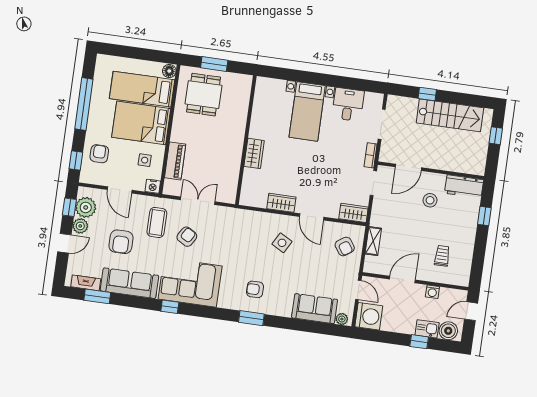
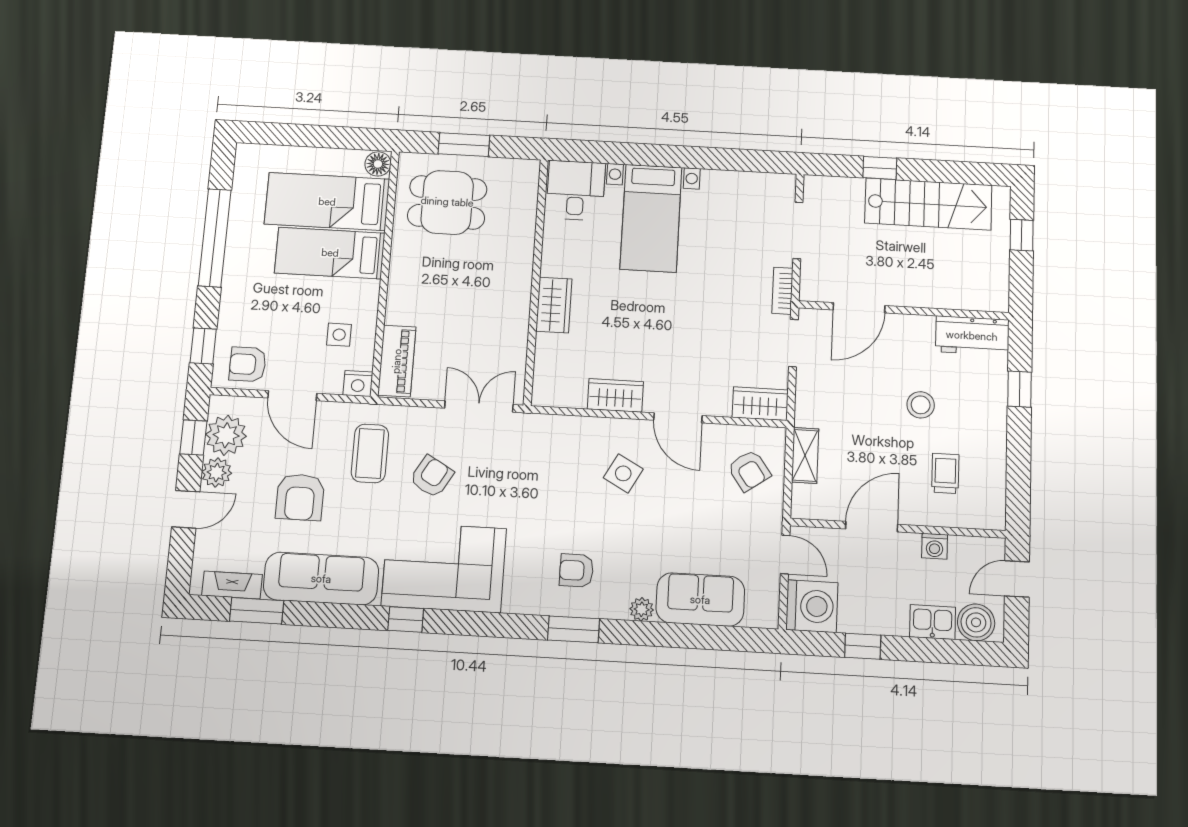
dining table: (204, 95) -> (447, 202), turned 90
desk: (348, 104) -> (576, 190), moved
bed: (141, 123) -> (330, 253), width x0.67
armchair: (99, 154) -> (248, 364), moved, turned -90
piano: (175, 161) -> (397, 361), moved
stool: (430, 200) -> (921, 405), moved
double door: (198, 201) -> (479, 406), moved
plant: (342, 319) -> (642, 609), moved
window: (419, 342) -> (863, 646), moved

